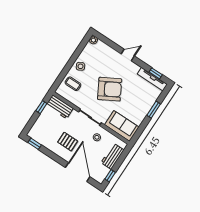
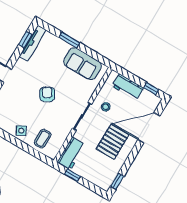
armchair: (110, 89) -> (47, 94), width x0.53, depth x0.53
sofa: (122, 126) -> (82, 64), moved, turned -90
pallet: (68, 142) -> (113, 142), width x1.50, depth x1.42

